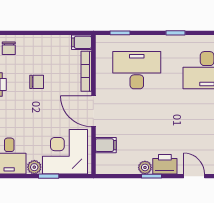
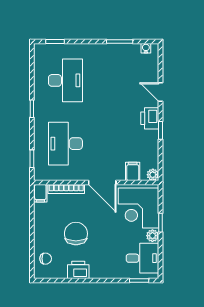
chair: (37, 82) -> (76, 234), width x1.87, depth x1.87
door: (93, 111) -> (102, 182), hinge flipped
plant: (145, 167) -> (153, 175), moved
door: (194, 176) -> (161, 92), hinge flipped

